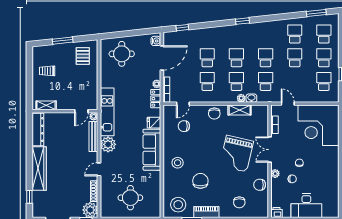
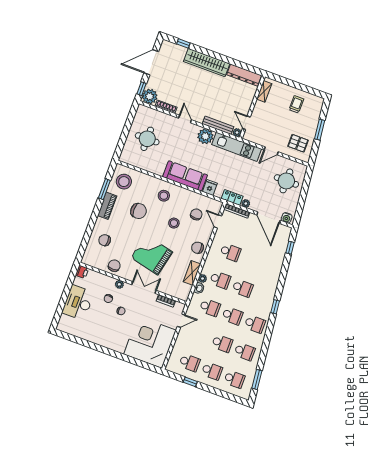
school desk: (207, 58) -> (255, 324), moved
door: (99, 78) -> (271, 151), added
stool: (200, 144) -> (174, 223), added

